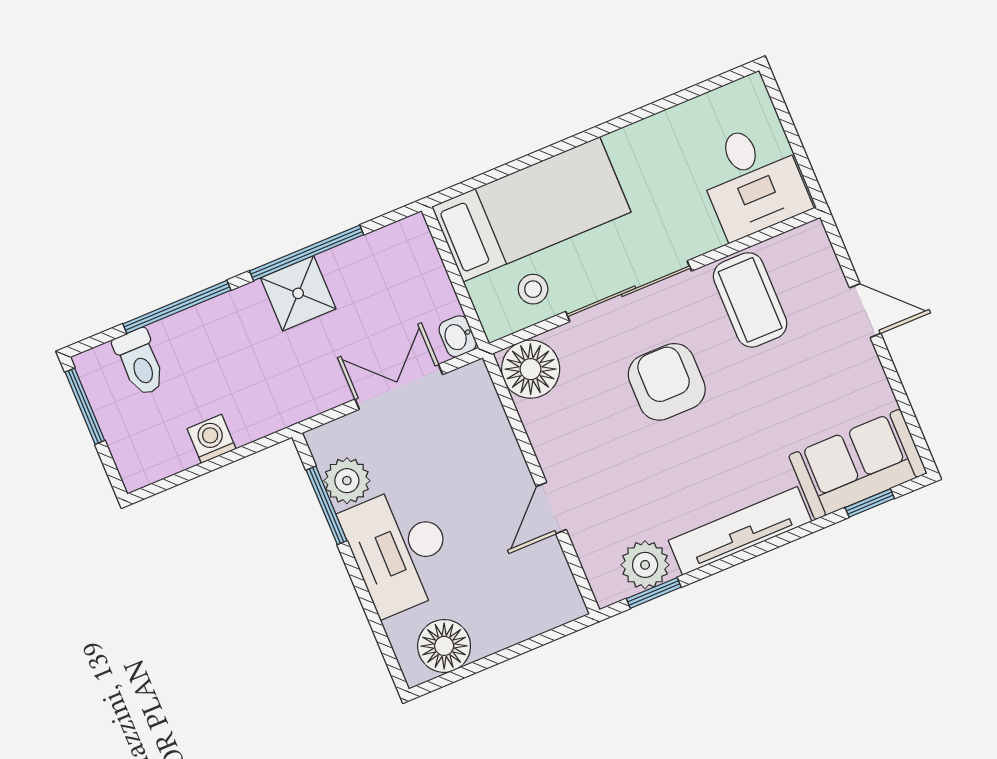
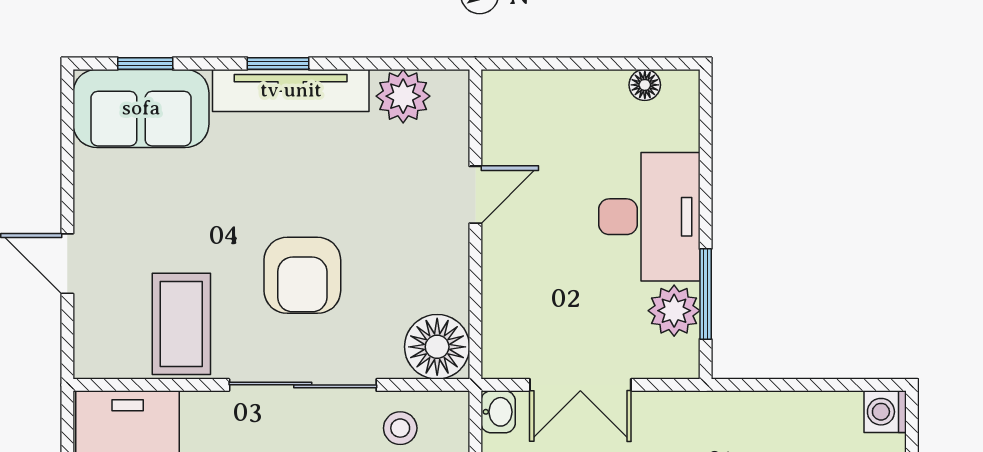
washing machine: (212, 439) -> (885, 412), moved, turned 90
window: (654, 593) -> (278, 63), moved
floor lamp: (444, 646) -> (645, 85), width x0.53, depth x0.53

